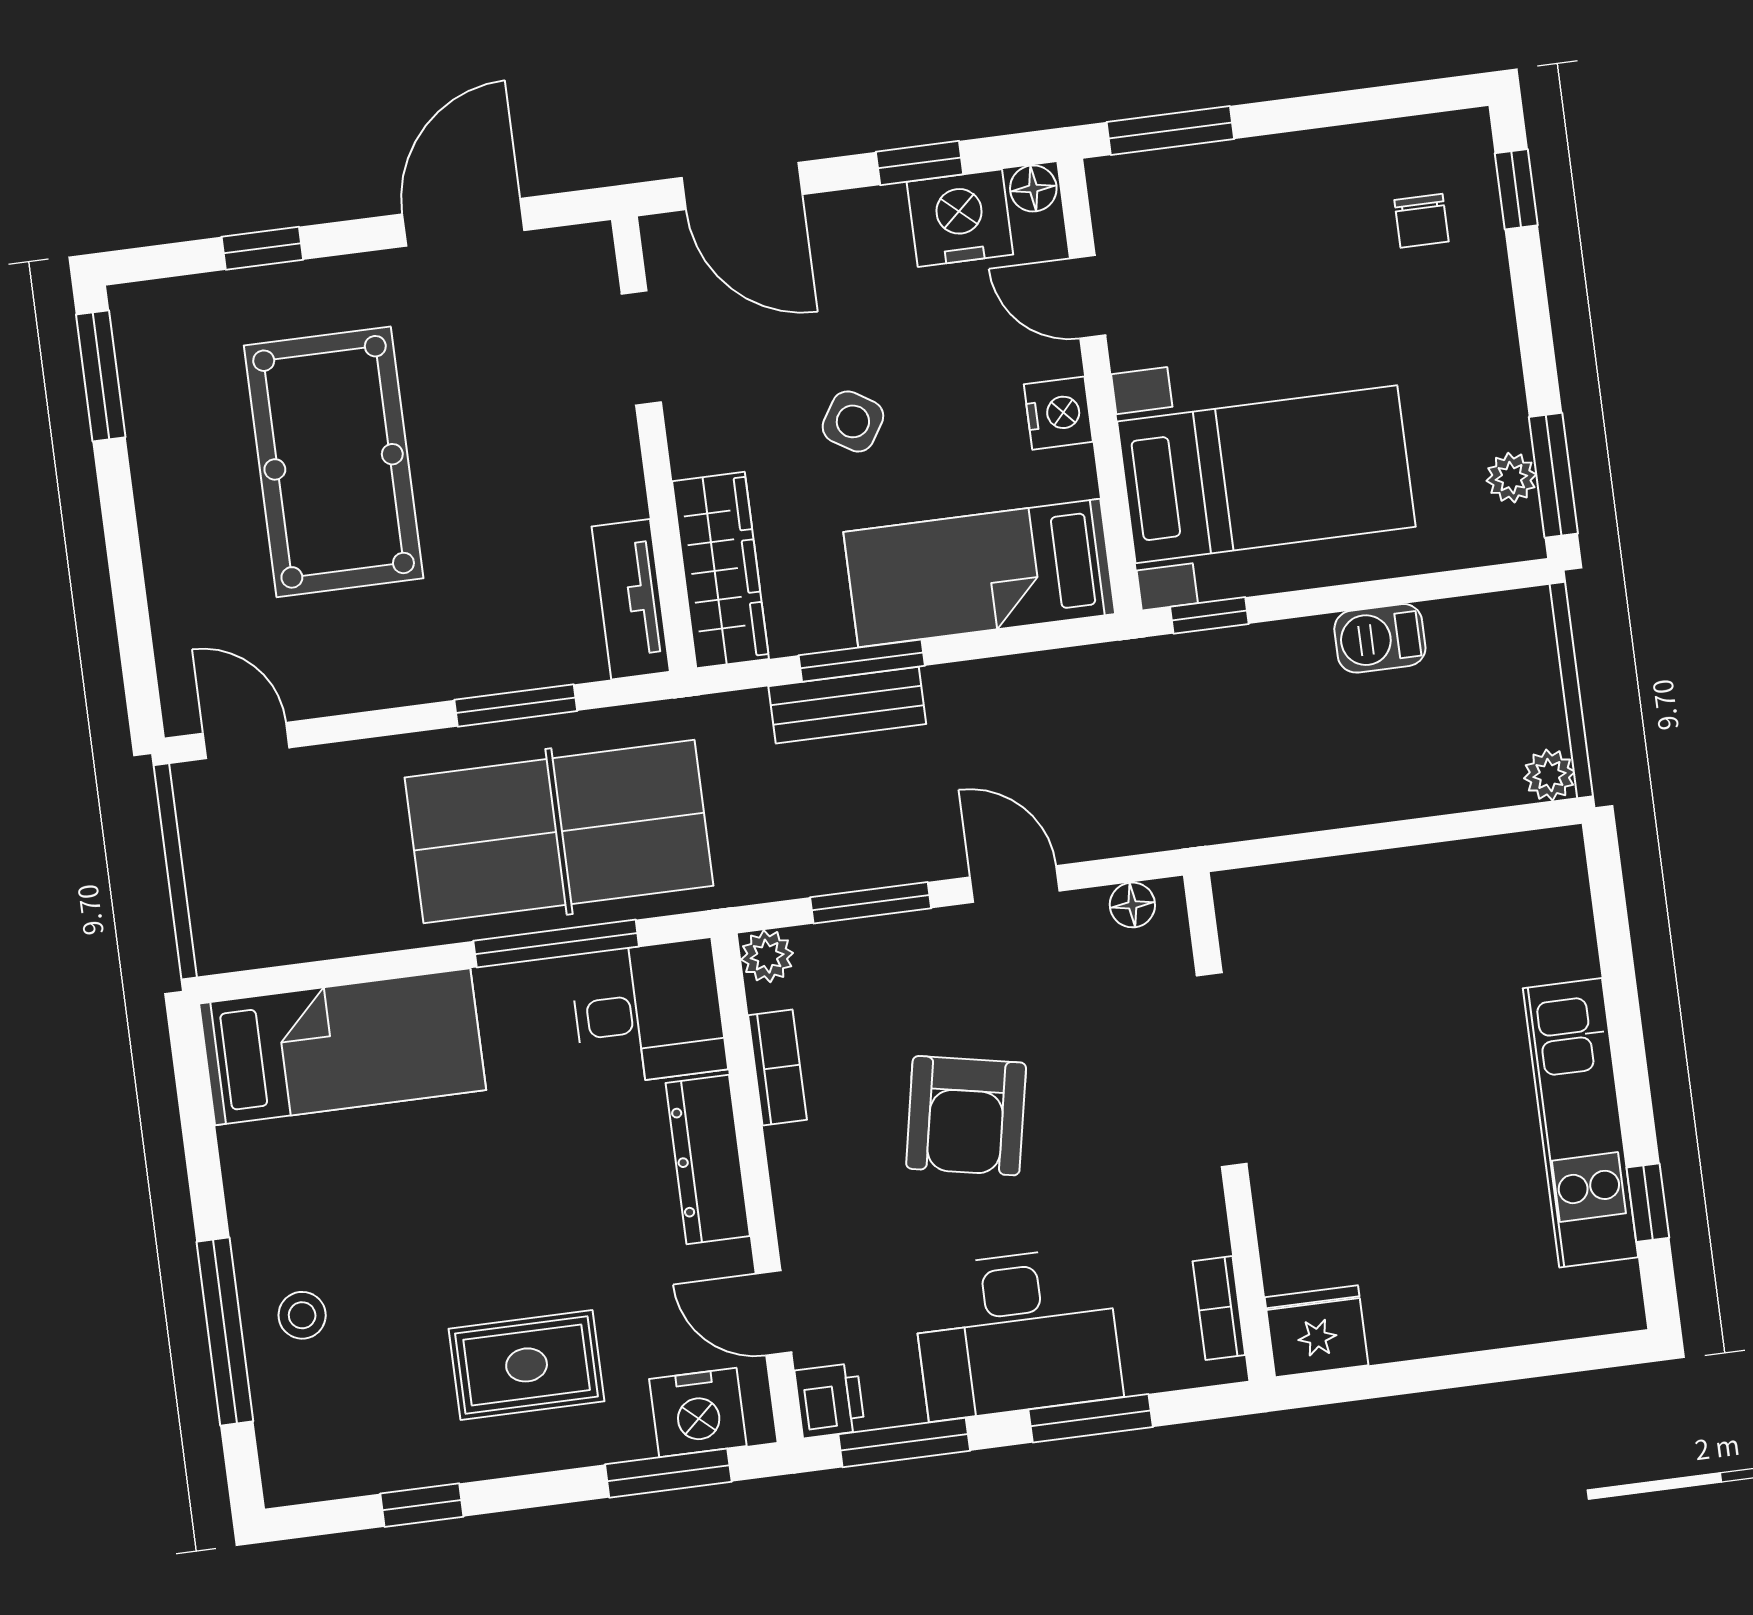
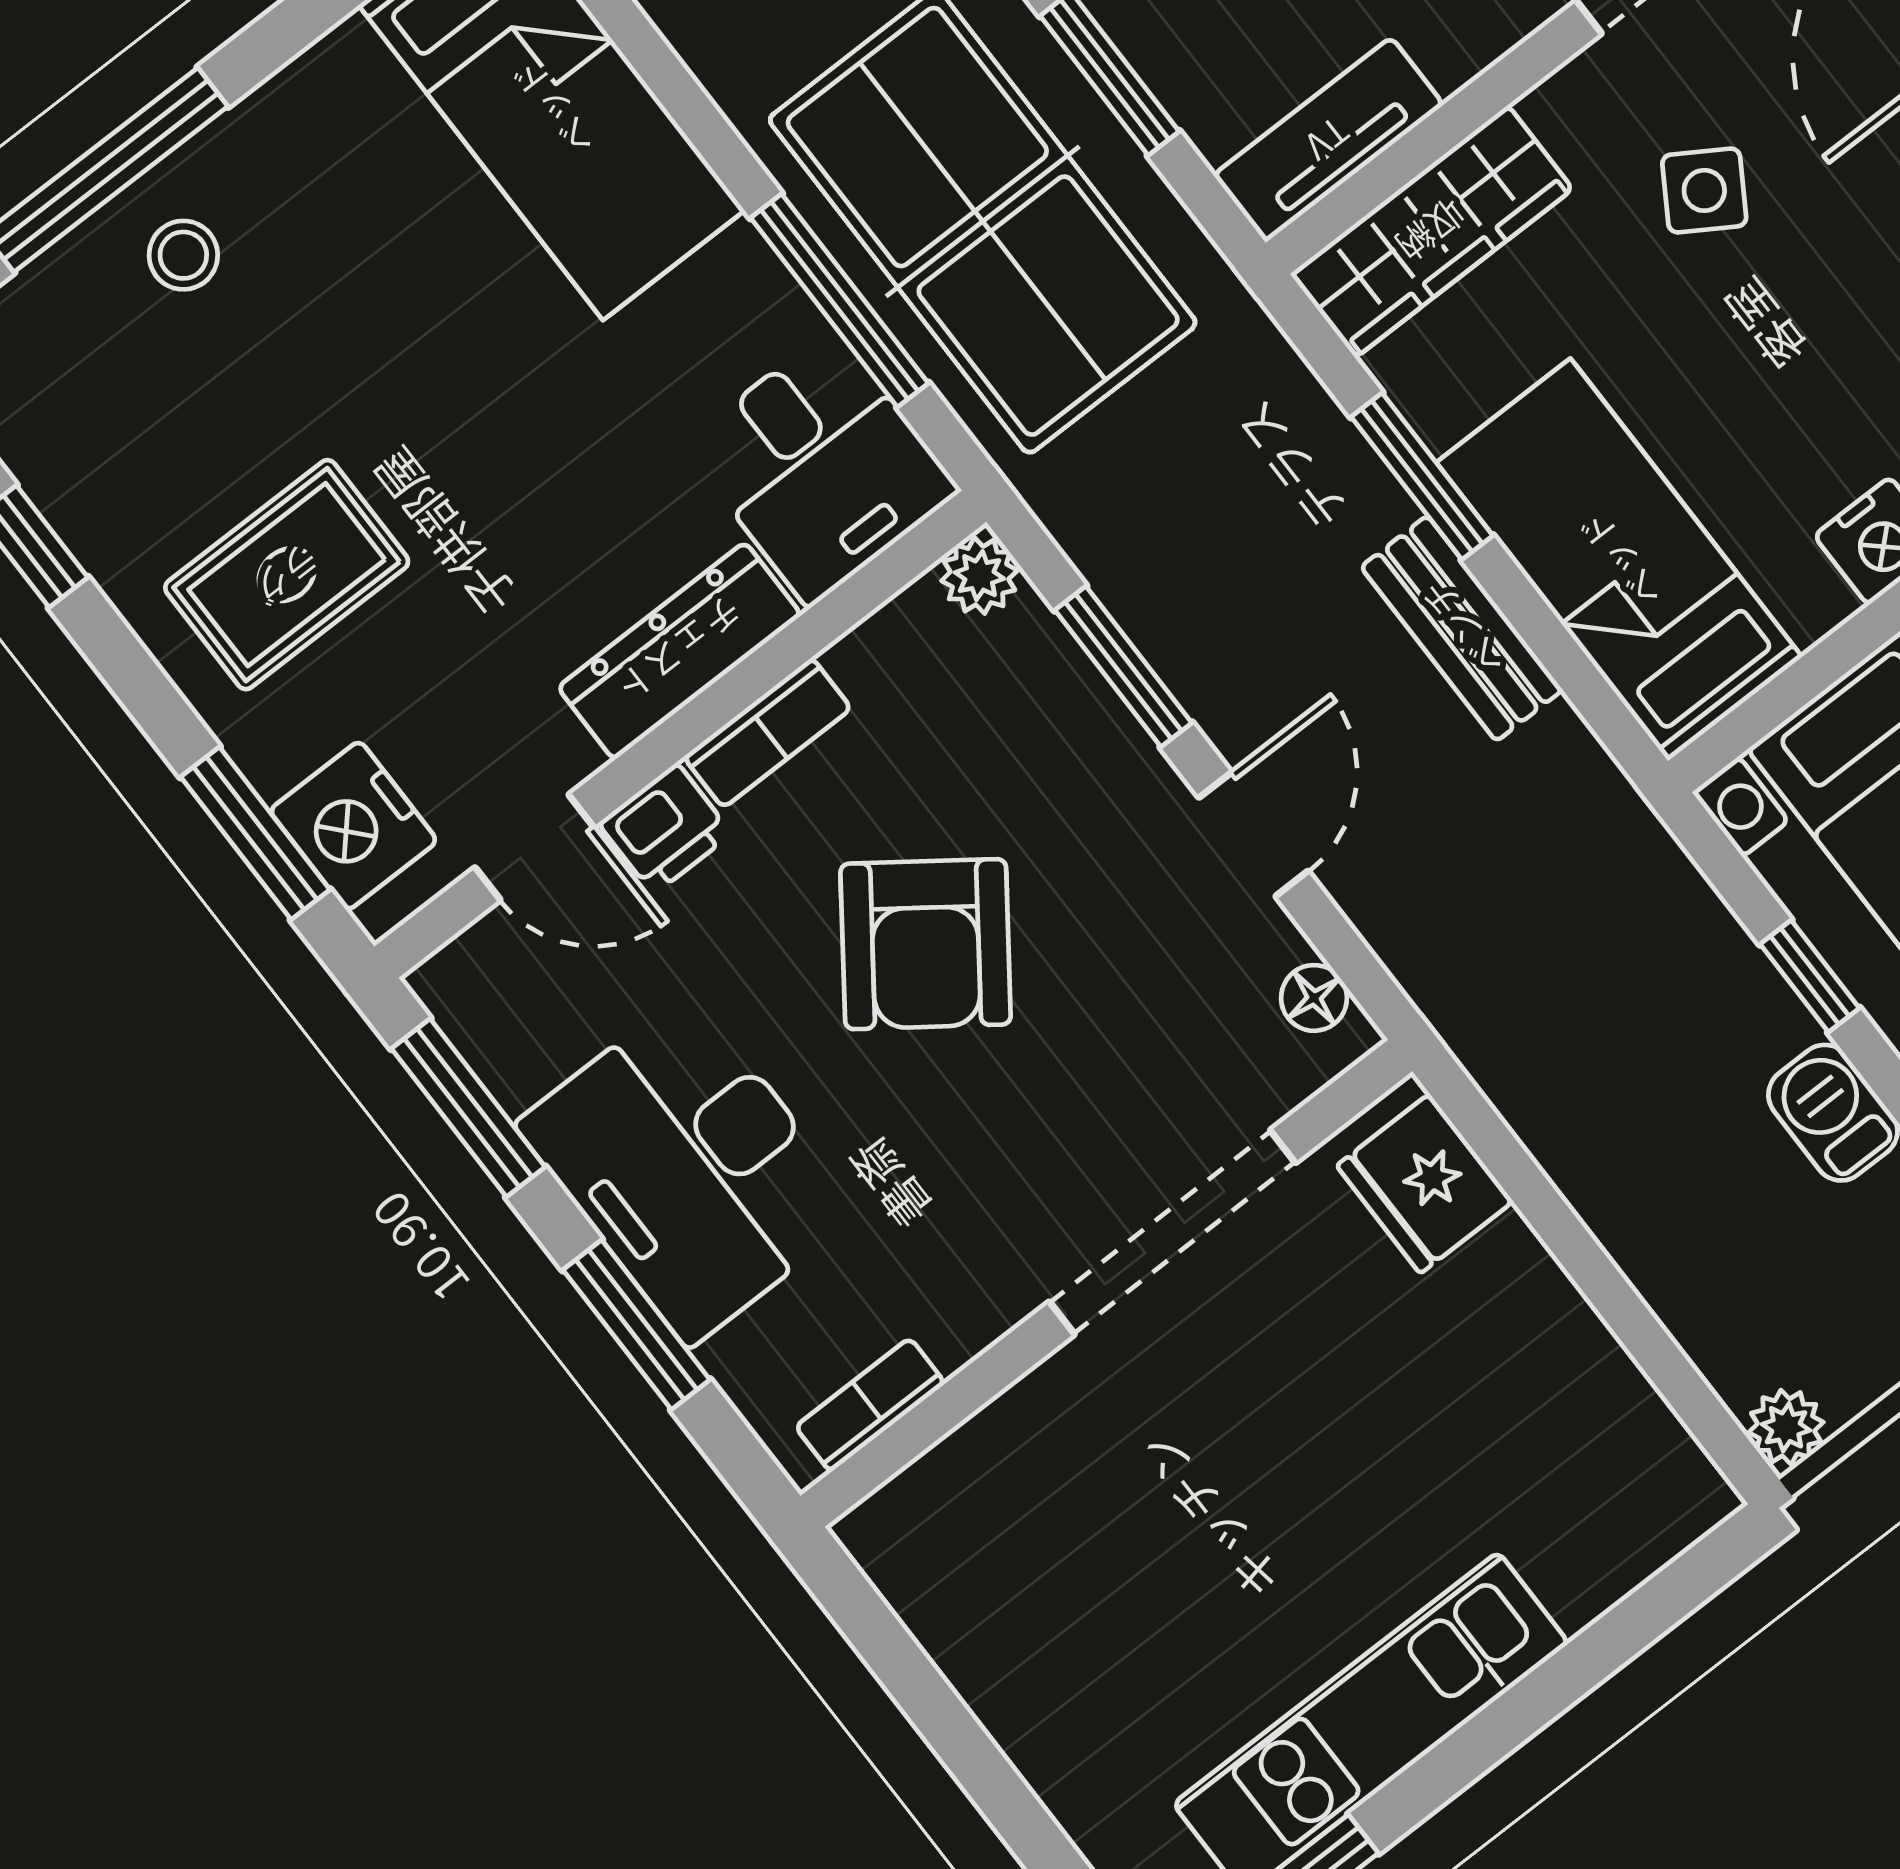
side table: (853, 421) -> (1704, 190), moved
window: (1209, 615) -> (1810, 976), moved
bench: (847, 705) -> (1462, 628), moved
bookcase: (778, 1068) -> (767, 733), moved
armchair: (966, 1116) -> (926, 944), turned -65
door: (773, 1313) -> (534, 847), swing flipped
fridge: (1317, 1331) -> (1425, 1184), moved, turned 180
rug: (527, 1365) -> (287, 575), turned 90
printer: (830, 1401) -> (665, 829), moved

